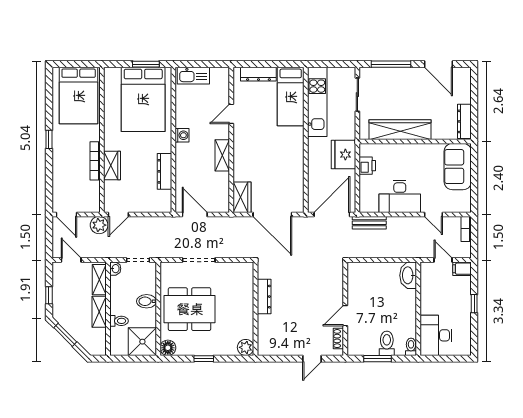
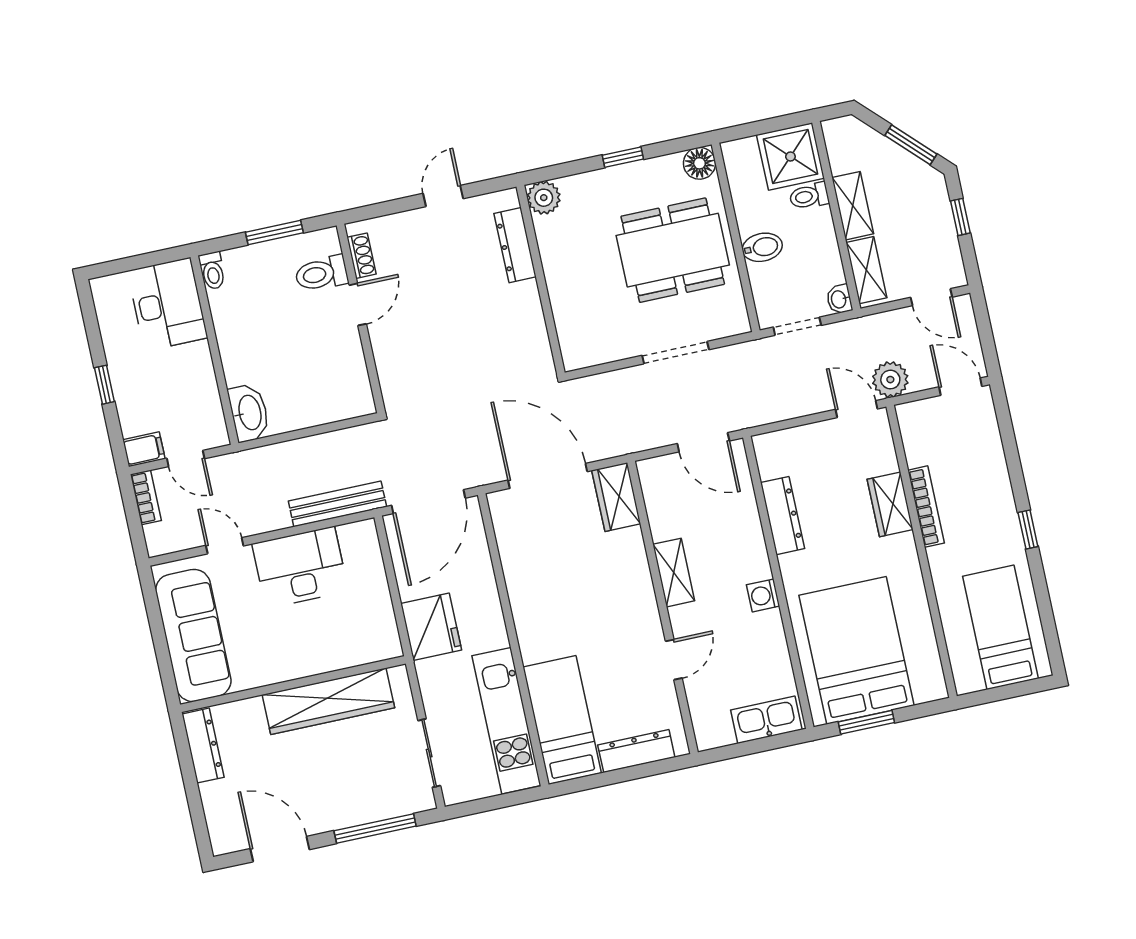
bed: (79, 96) -> (1000, 627), width x0.67
printer: (367, 166) -> (379, 615), removed
sofa: (458, 167) -> (193, 635), width x1.36
door: (118, 214) -> (856, 409), hinge flipped
bench: (369, 223) -> (337, 504), width x1.36
bookcase: (466, 229) -> (146, 497), moved
dresser: (264, 297) -> (515, 245), moved
shower: (142, 342) -> (790, 157), moved
toilet: (387, 343) -> (321, 274), moved, turned 90
door: (312, 359) -> (443, 196), moved

